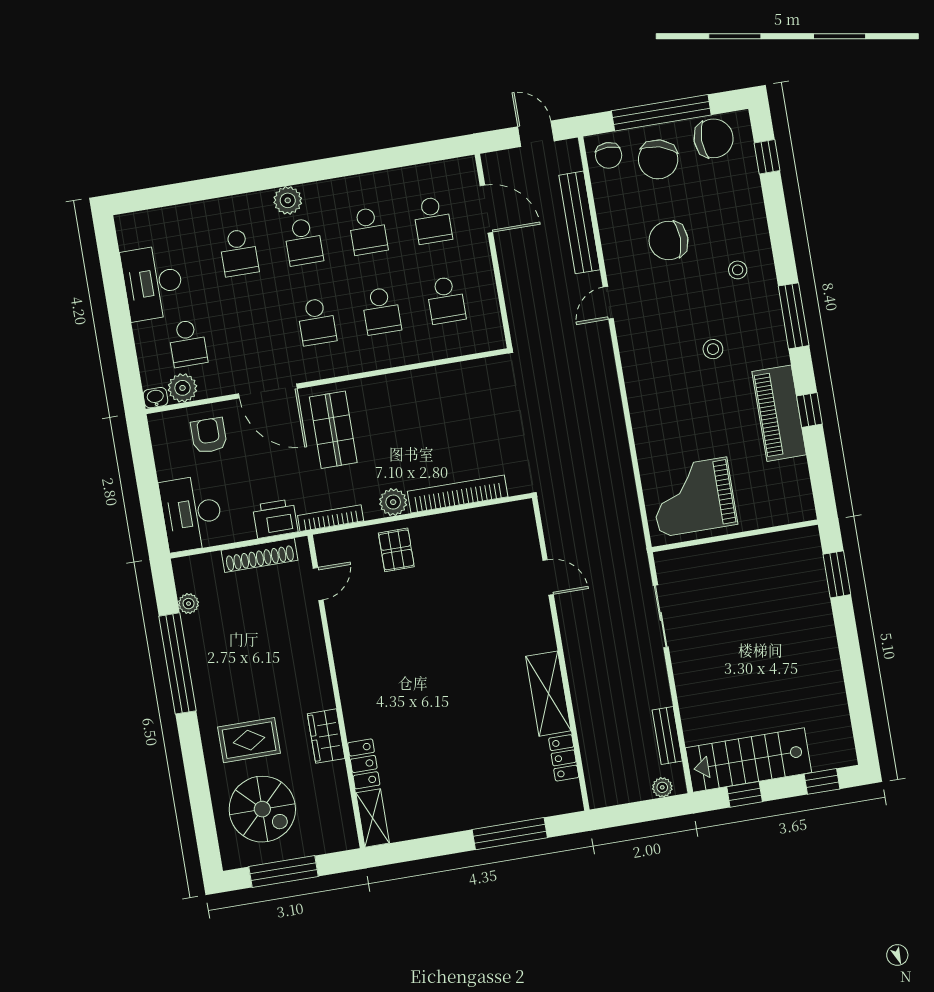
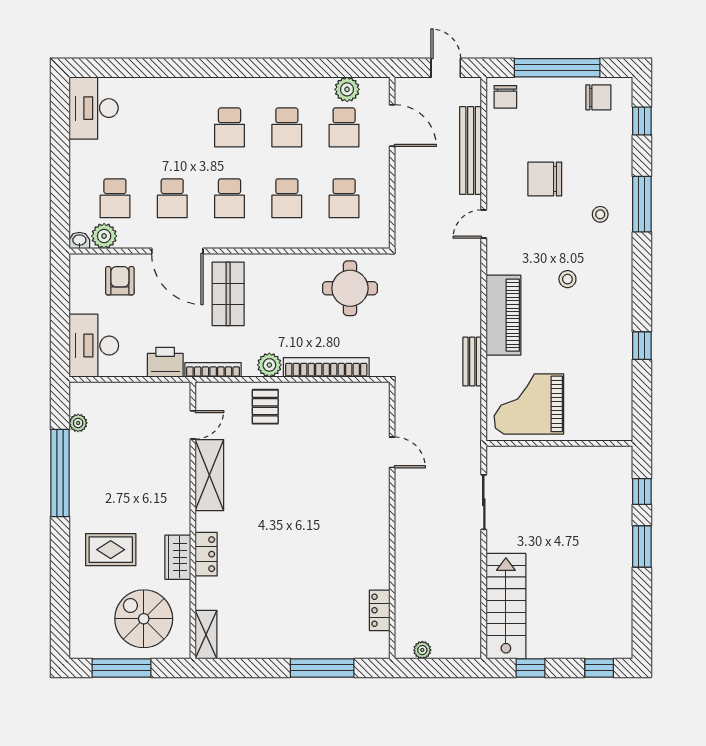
chair: (714, 138) -> (598, 97), width x0.73, depth x0.73
chair: (658, 159) -> (548, 108), removed
plant: (288, 200) -> (347, 89), moved
school desk: (239, 253) -> (172, 198), moved
desk: (153, 283) -> (94, 108), moved
window: (794, 316) -> (642, 204), moved
round table: (470, 400) -> (350, 288), added
piano: (779, 413) -> (503, 315), moved, turned 180
shoe rack: (259, 555) -> (146, 392), removed
window: (837, 574) -> (642, 491), width x0.67
window: (847, 636) -> (642, 546), added
shelving: (548, 694) -> (209, 475), moved
bench: (667, 736) -> (472, 361), moved
stairs: (748, 760) -> (506, 606), moved, turned 90
locker: (364, 764) -> (206, 554), moved
plant: (662, 787) -> (422, 650), moved
spiral stairs: (262, 809) -> (144, 619), moved, turned 180

